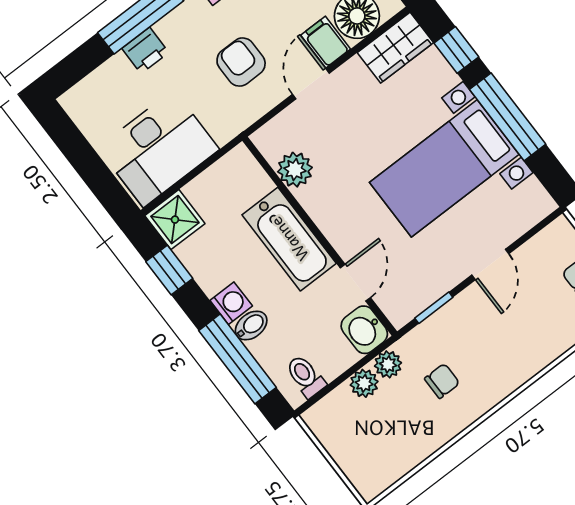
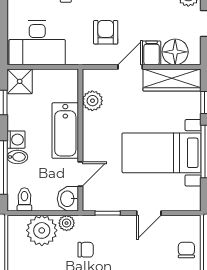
wardrobe: (395, 48) -> (172, 80), width x1.50
plant: (364, 383) -> (42, 230), width x1.88, depth x1.88

